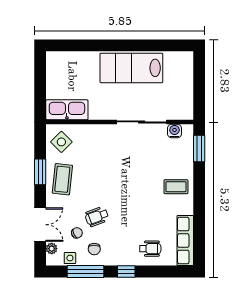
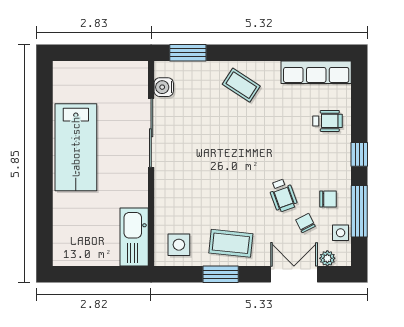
side table: (61, 142) -> (179, 245), turned 45
coffee table: (176, 187) -> (241, 85), turned -57
wheelchair: (150, 249) -> (327, 121), turned 90

